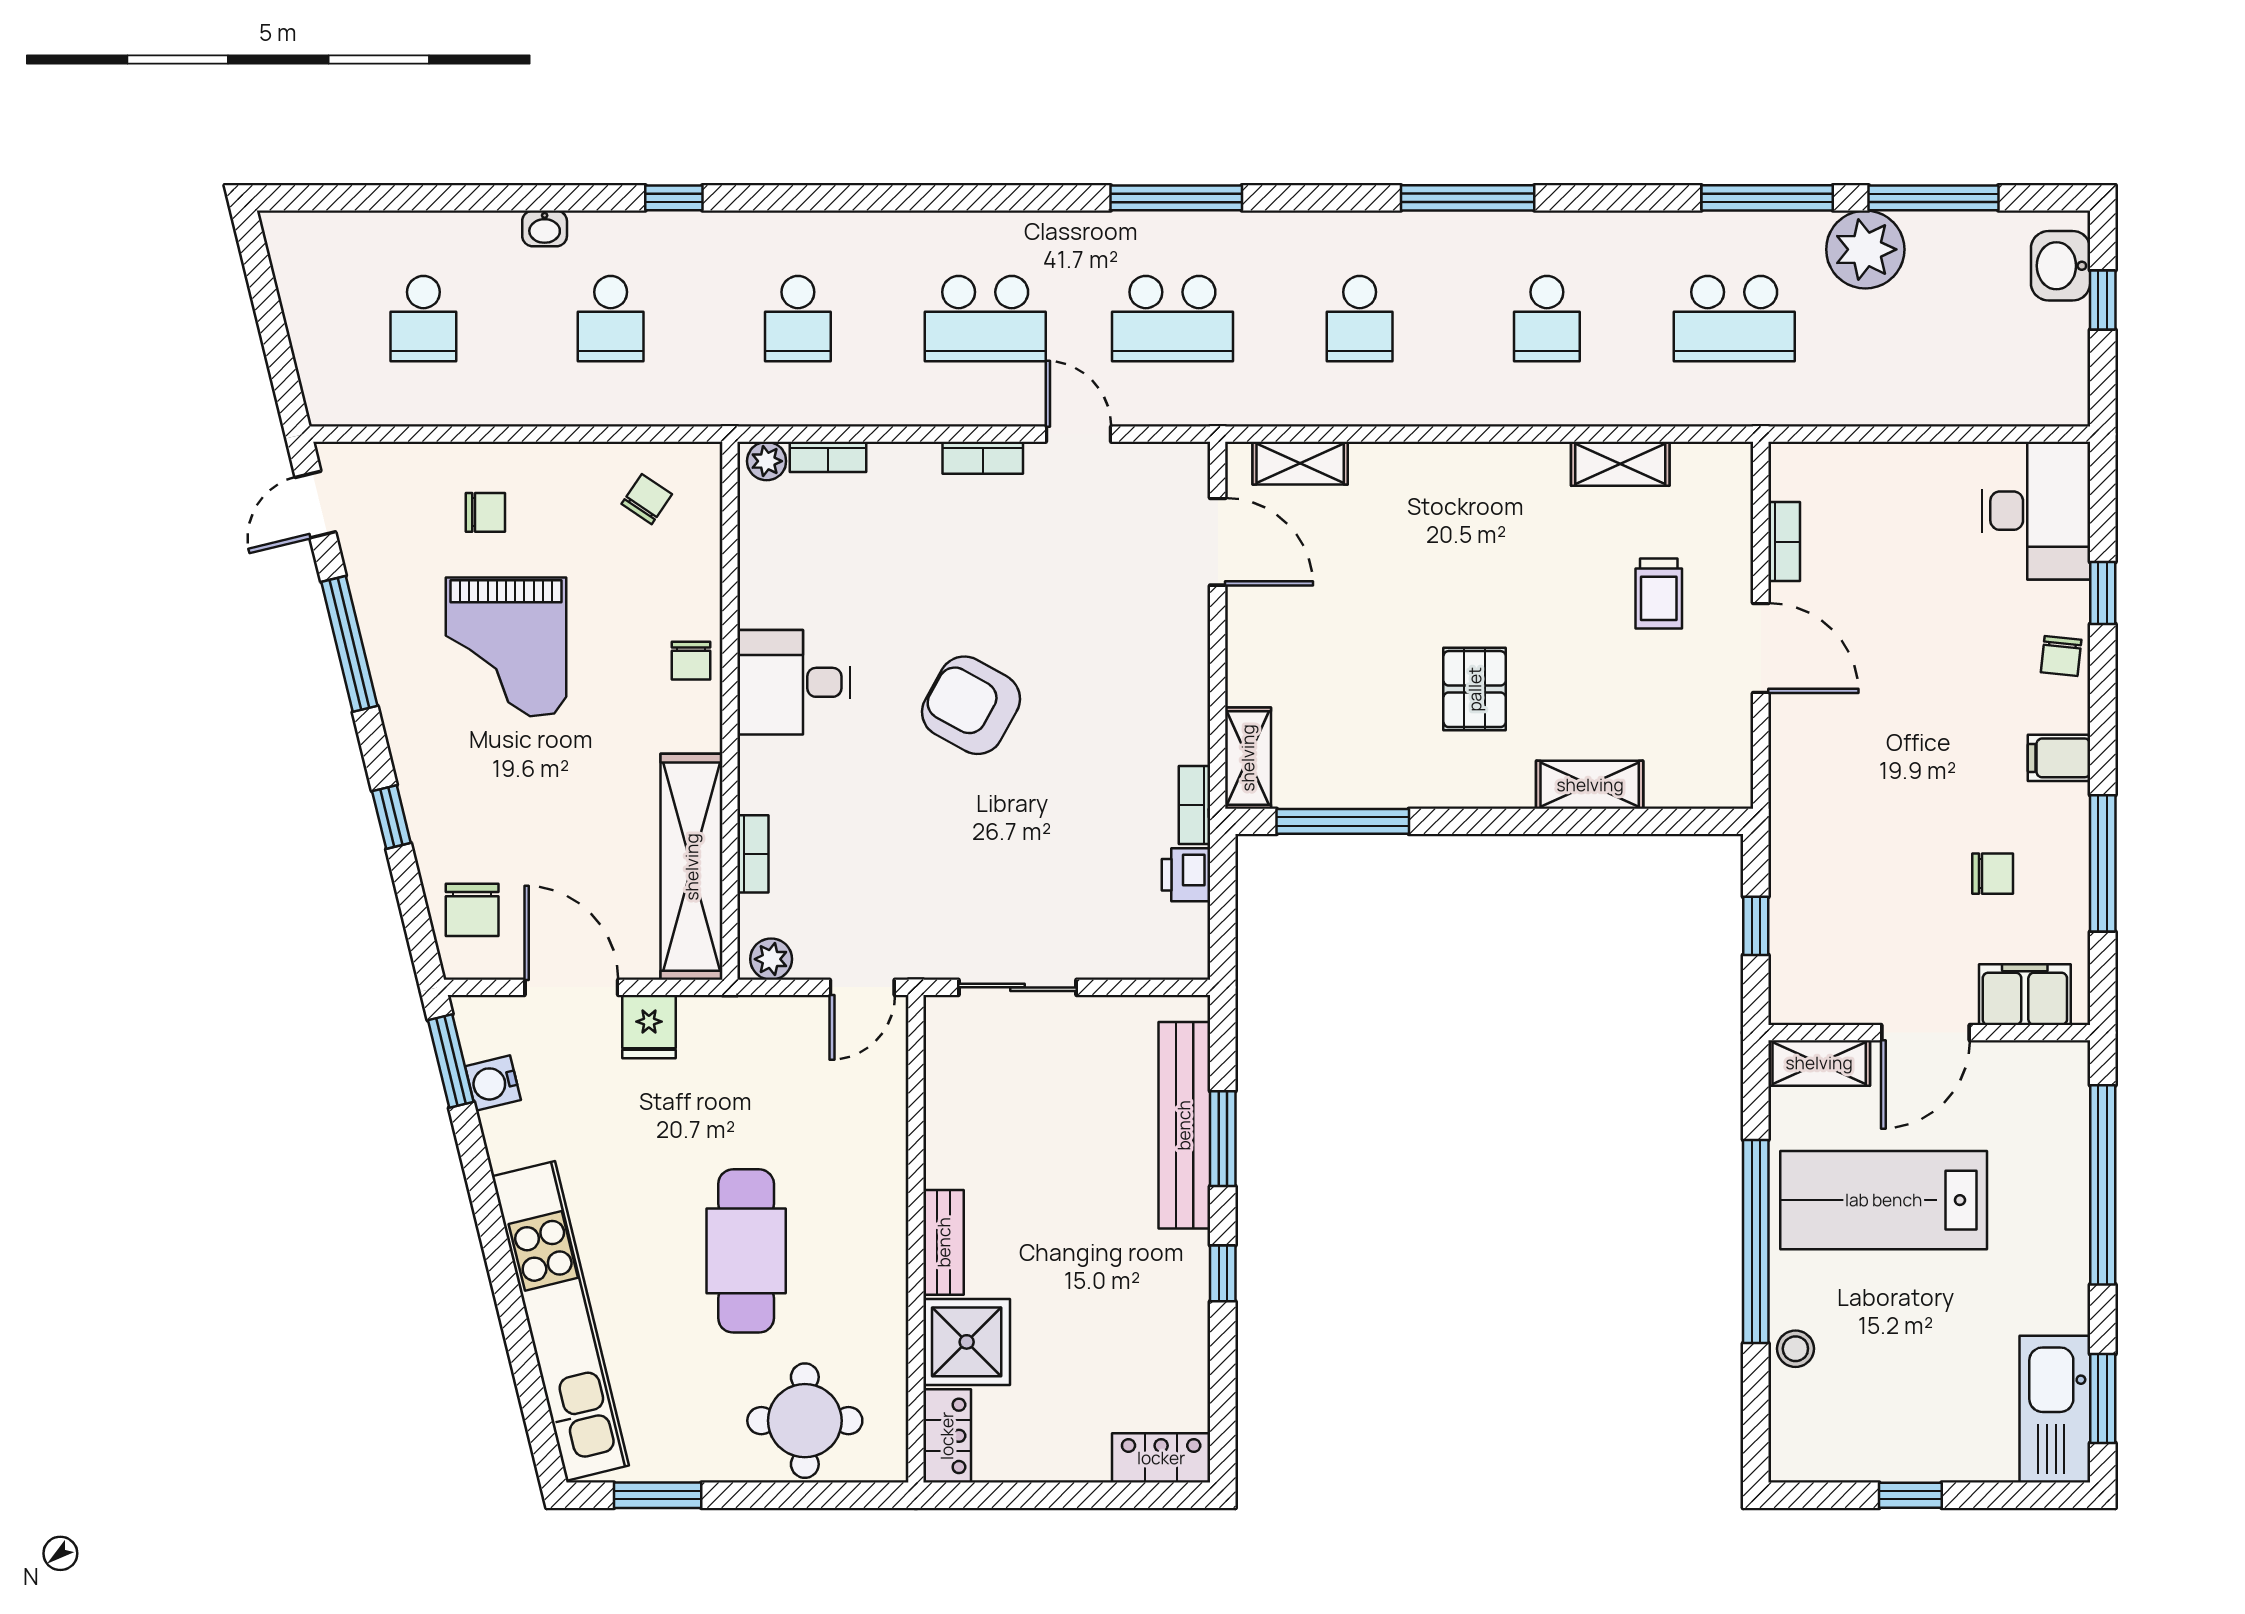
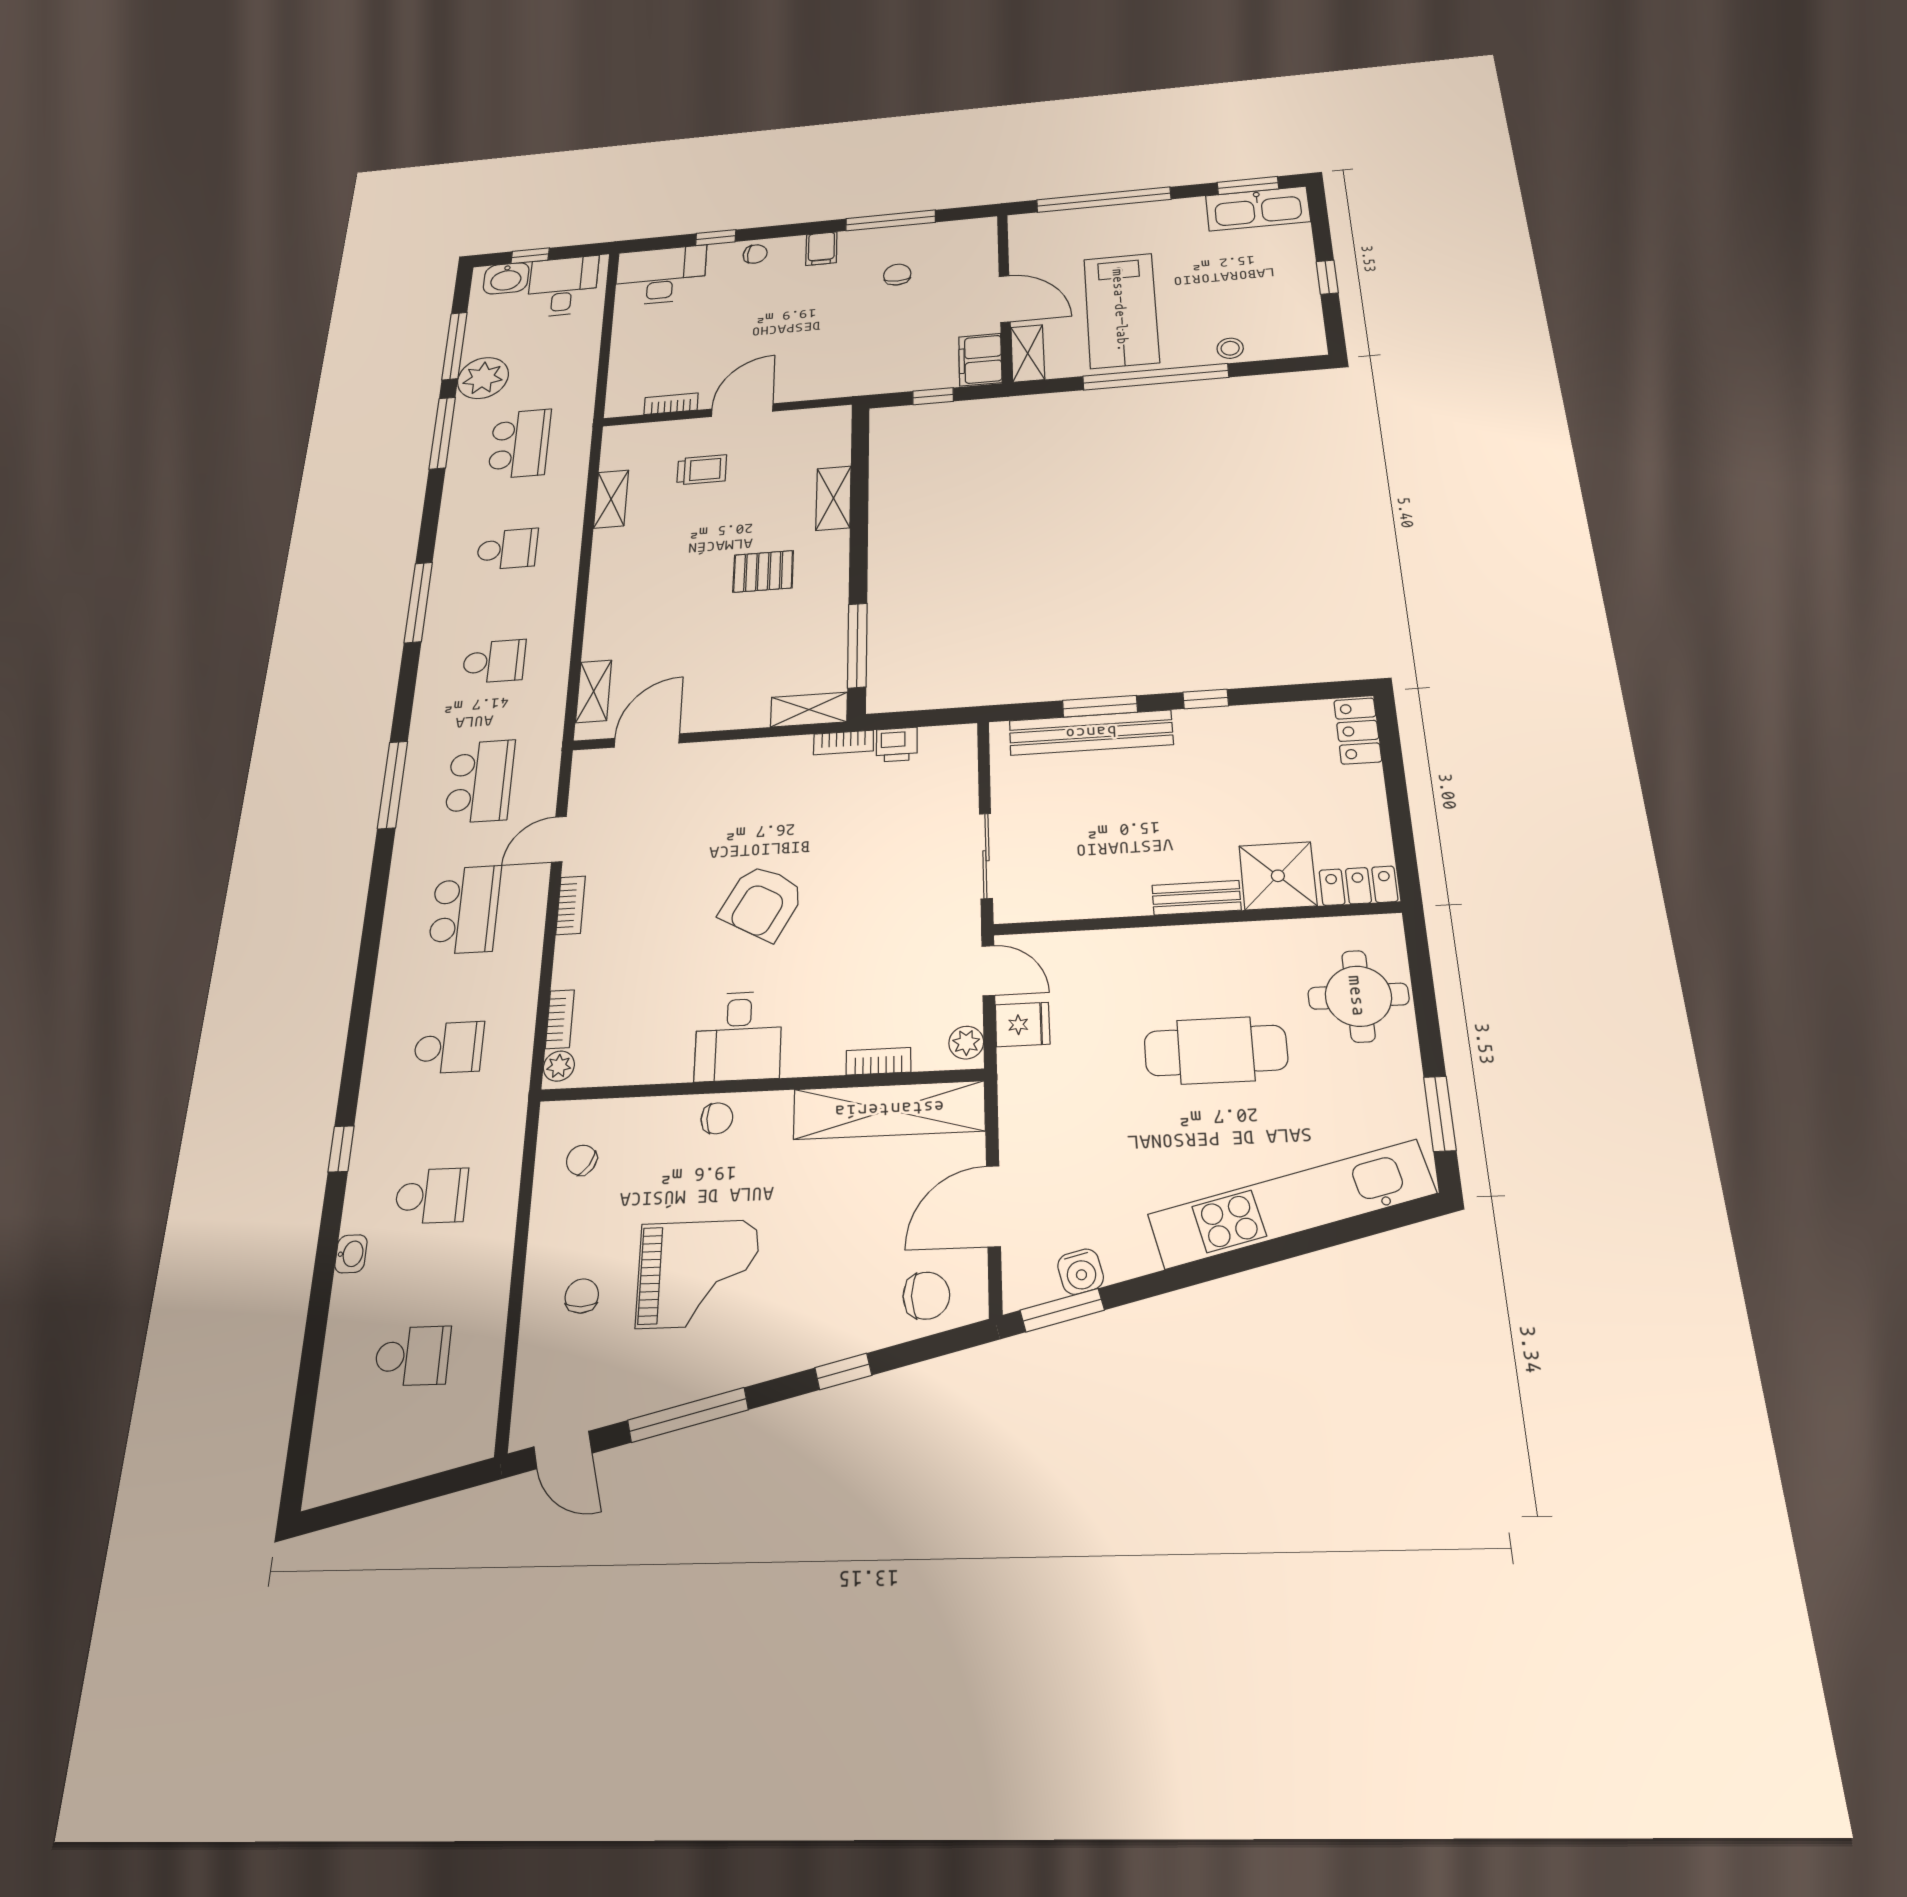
desk: (2033, 358) -> (563, 286), added
filing cabinet: (2025, 995) -> (980, 360), moved
fridge: (649, 1027) -> (1023, 1024), moved

